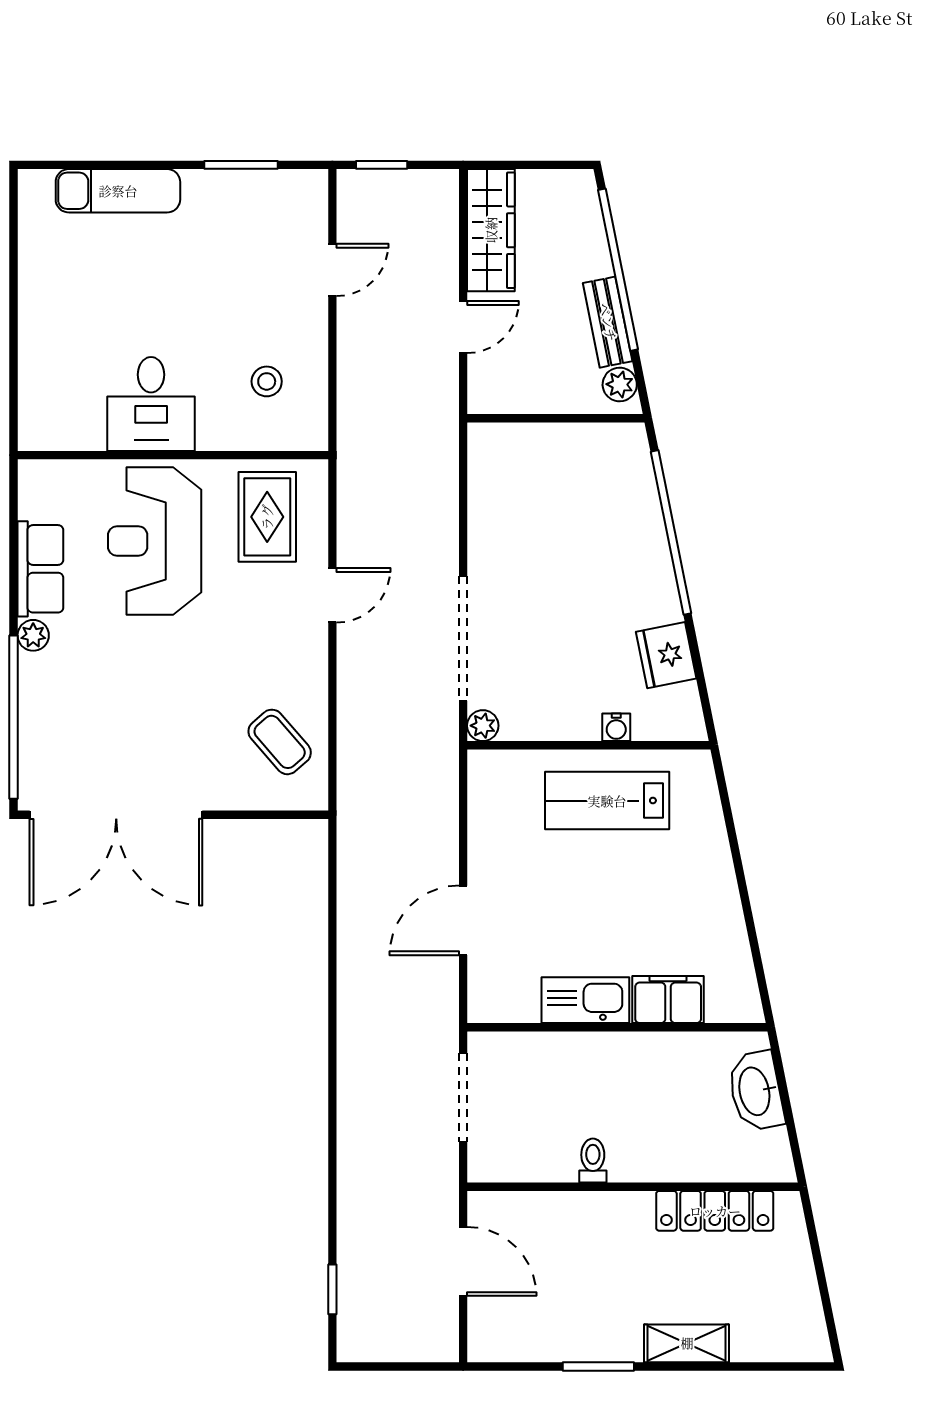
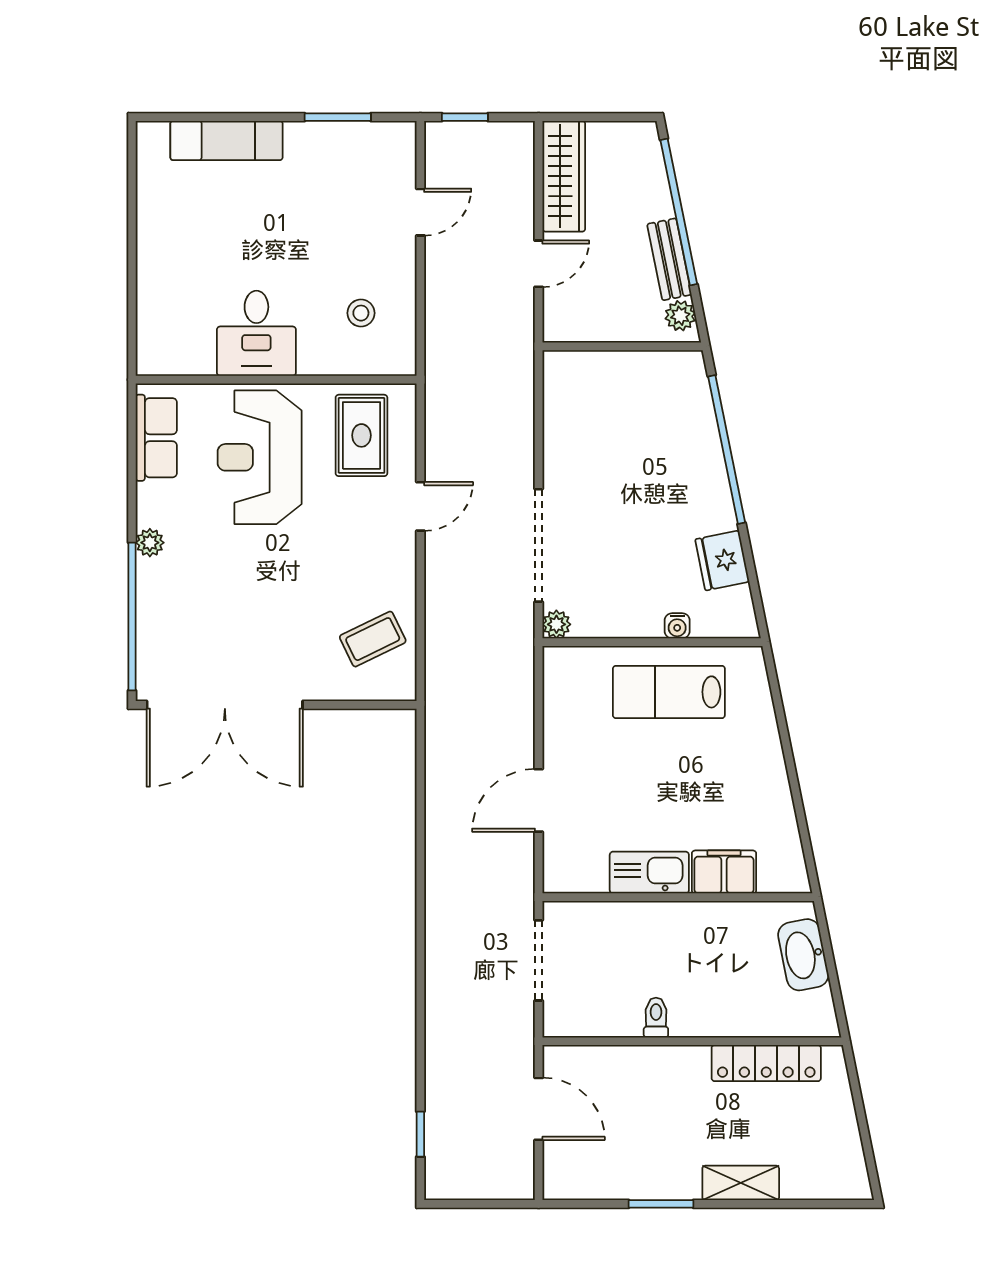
row of seats: (40, 569) -> (156, 438), moved
coffee table: (280, 742) -> (373, 639), turned -75

